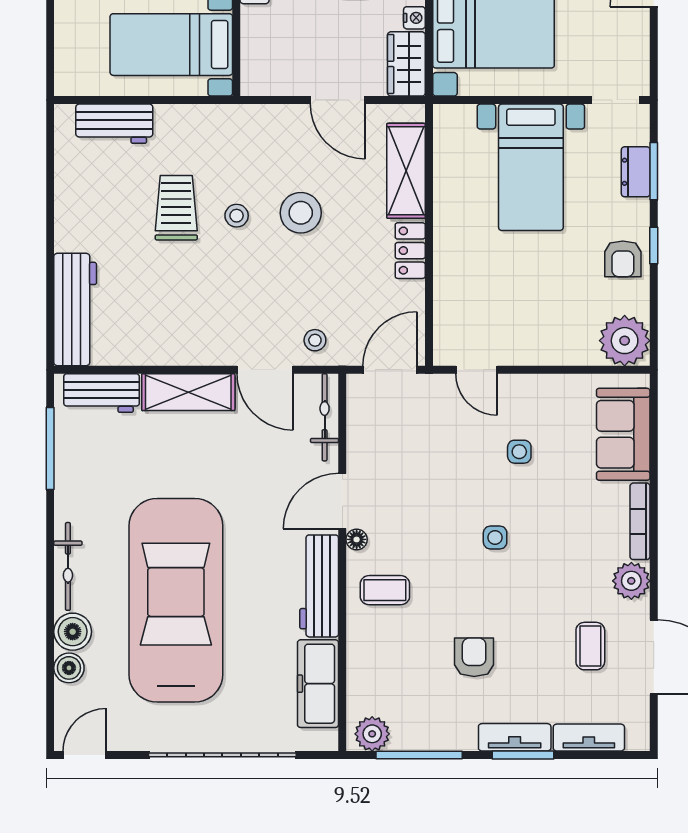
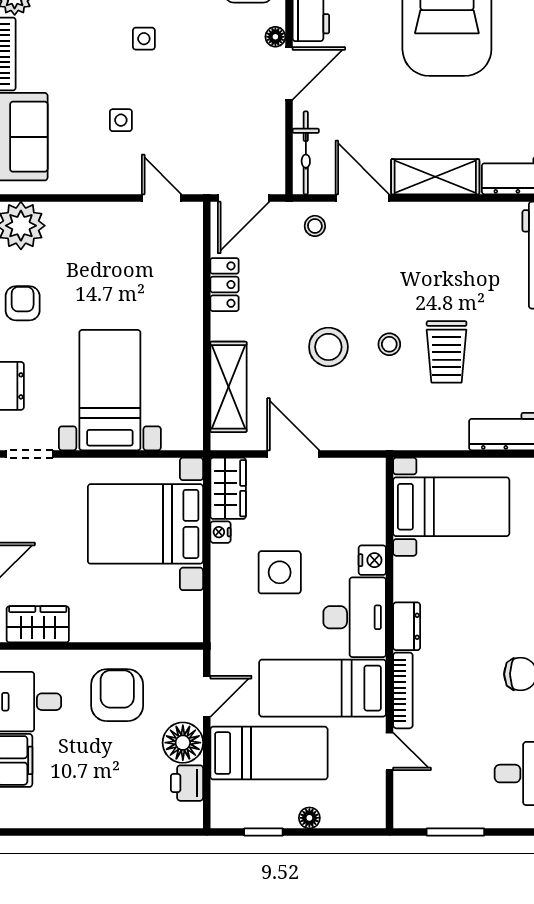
locker: (410, 251) -> (224, 285), moved

